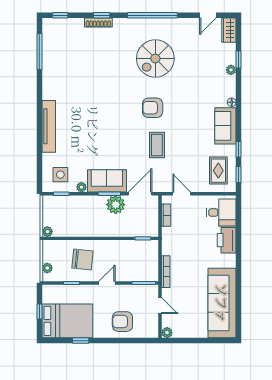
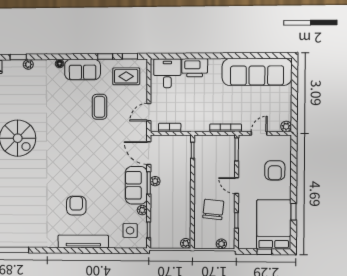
armchair: (153, 108) -> (76, 206), moved, turned 180
coffee table: (157, 145) -> (100, 107), moved, turned 90
plant: (116, 205) -> (155, 181), width x0.53, depth x0.53

